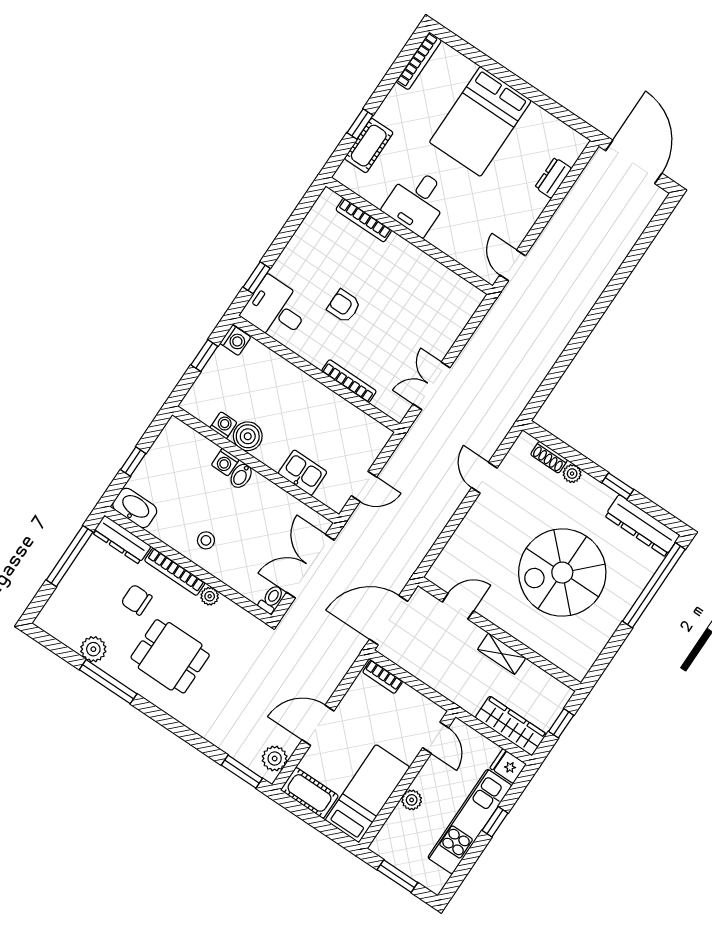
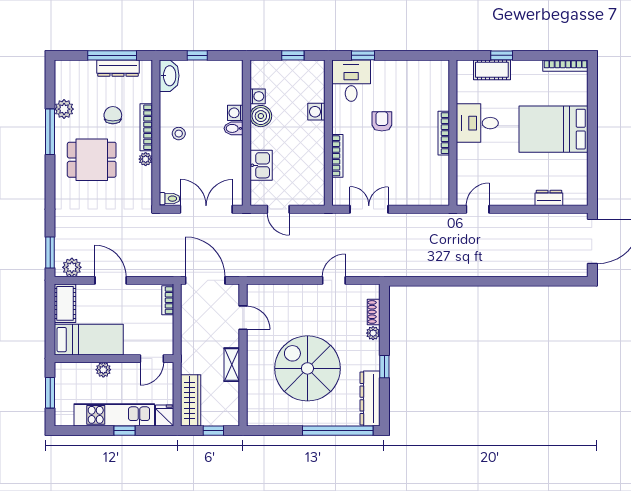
bookcase: (364, 220) -> (444, 133), moved
washing machine: (235, 340) -> (316, 112), moved, turned 90
dresser: (122, 540) -> (118, 68), moved, turned -90
dining table: (170, 656) -> (92, 160), turned 90

